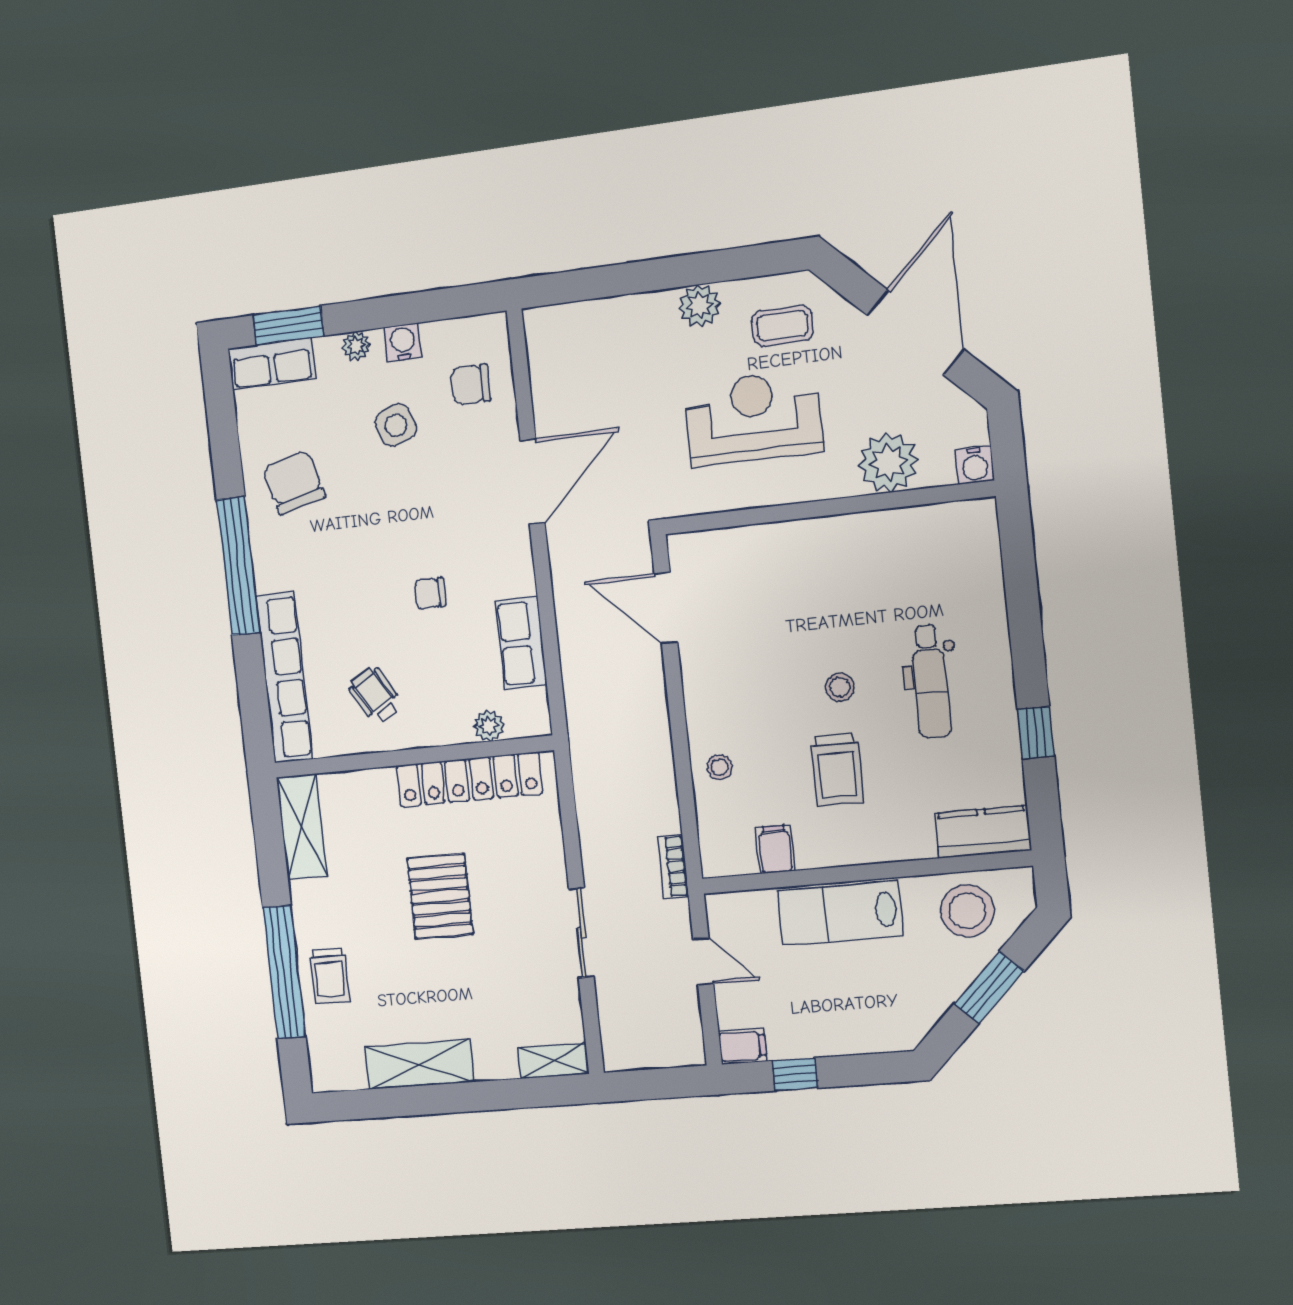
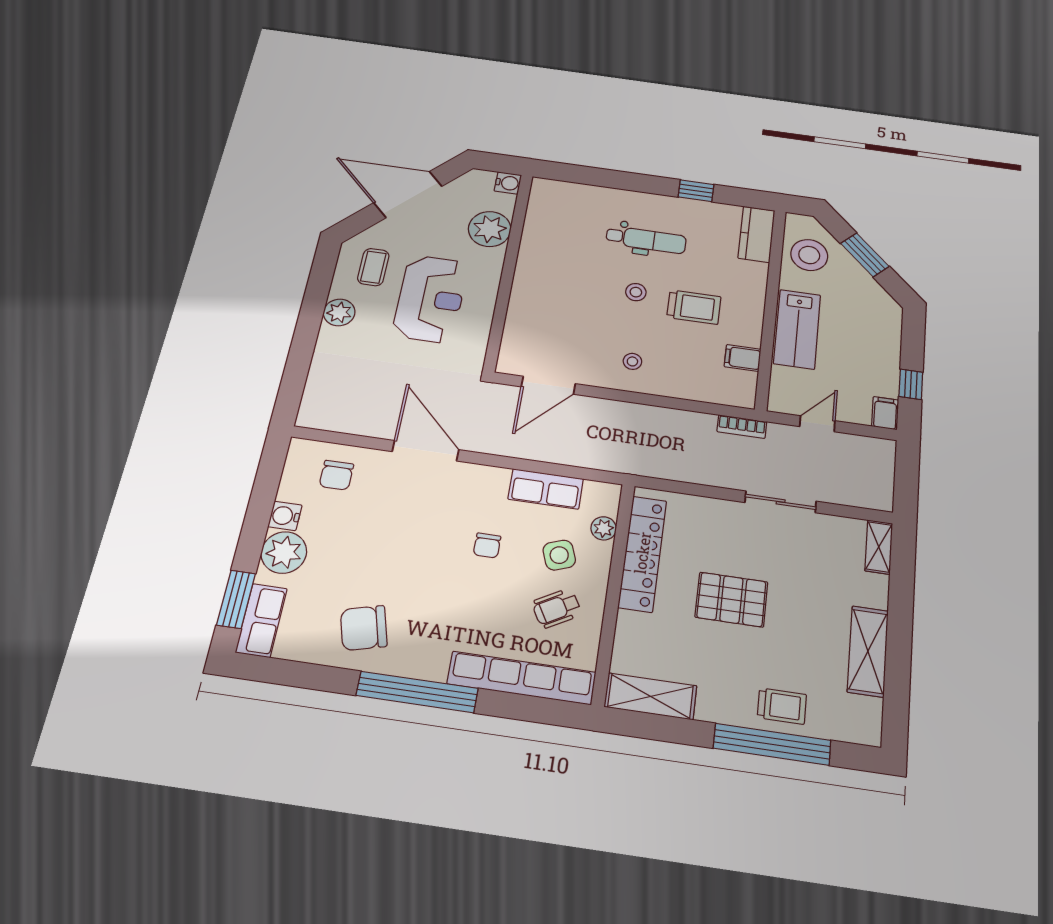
plant: (356, 346) -> (284, 552), width x1.88, depth x1.88
reception desk: (754, 418) -> (430, 299), turned 180
side table: (396, 425) -> (559, 555), moved
stool: (720, 767) -> (632, 361), moved

